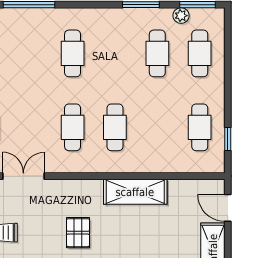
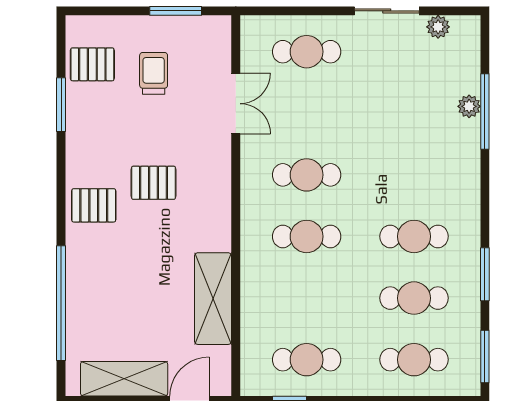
plant: (181, 16) -> (469, 106), moved
cafe table: (73, 53) -> (414, 236), moved
shelving: (135, 192) -> (213, 299), moved

